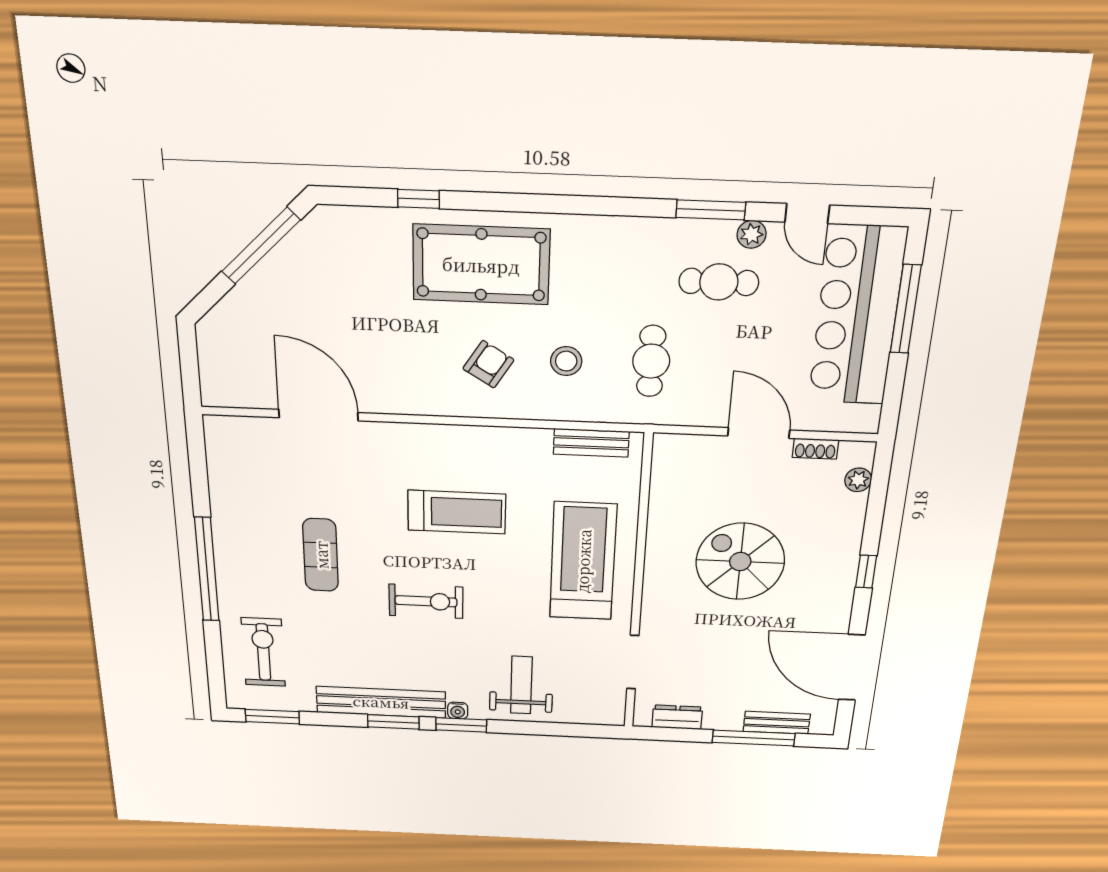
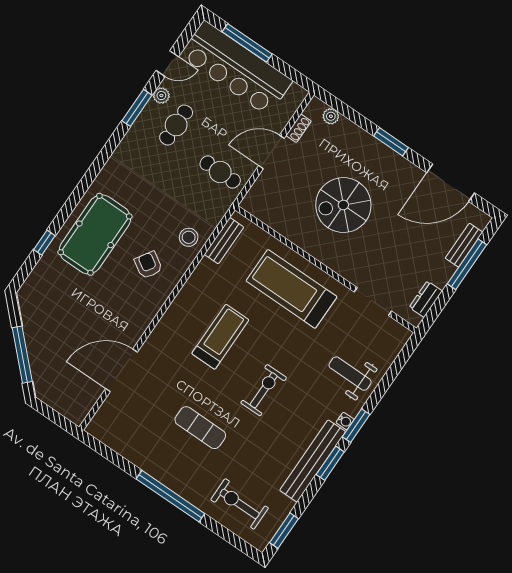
window: (261, 246) -> (22, 355), moved
stool: (566, 361) -> (189, 237), moved
cafe table: (651, 361) -> (220, 172), moved
window: (866, 572) -> (391, 142), width x1.50

